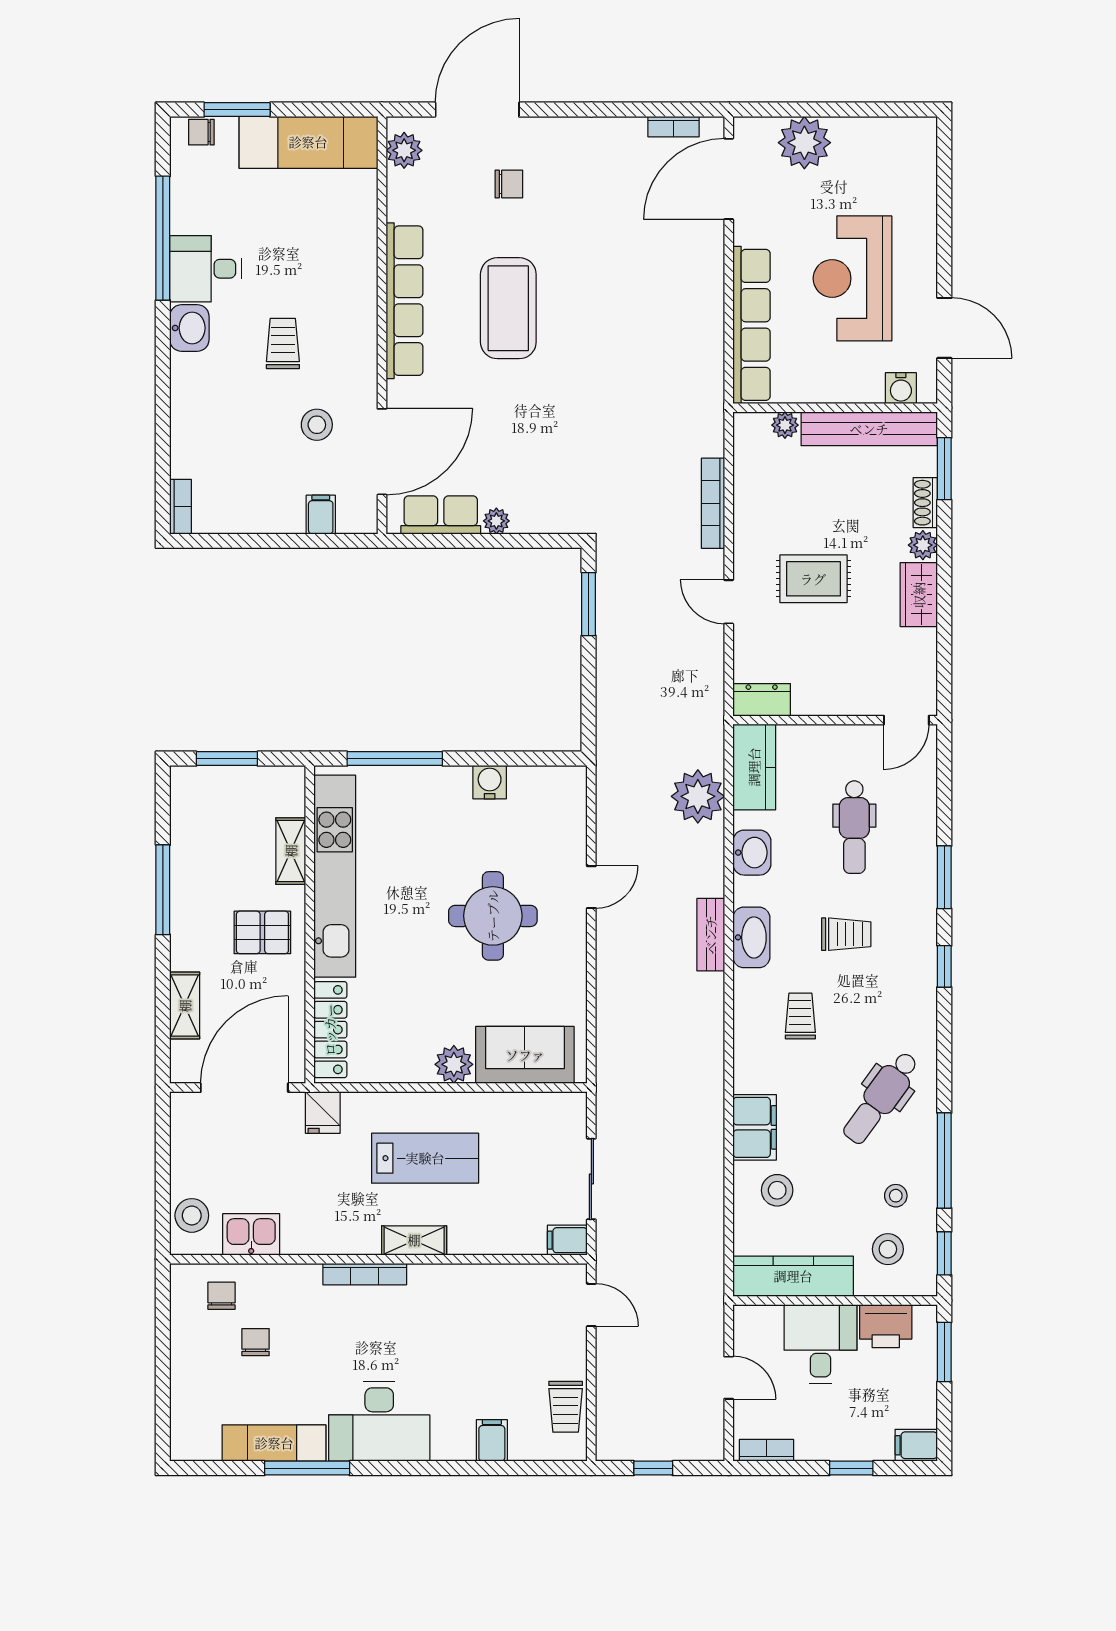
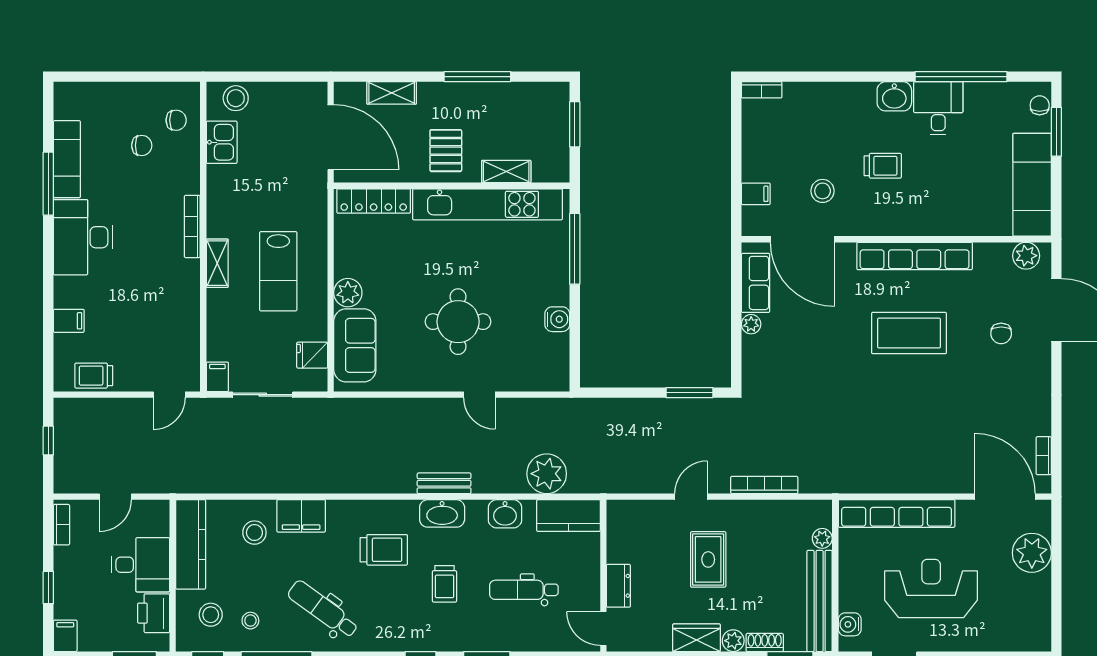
dresser: (762, 700) -> (618, 586), moved
trolley: (800, 1016) -> (384, 550), width x1.36, depth x1.39
fridge: (323, 1112) -> (312, 355), moved

